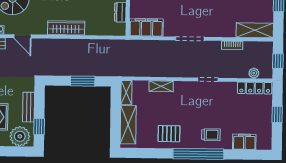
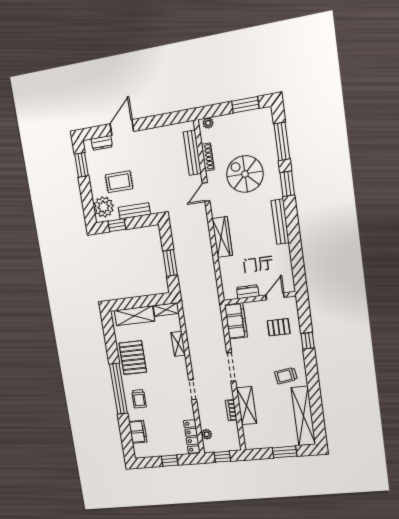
shelving: (255, 30) -> (247, 406), moved
pallet: (169, 134) -> (133, 358), width x1.50, depth x1.42

